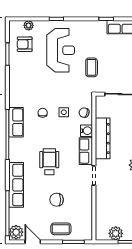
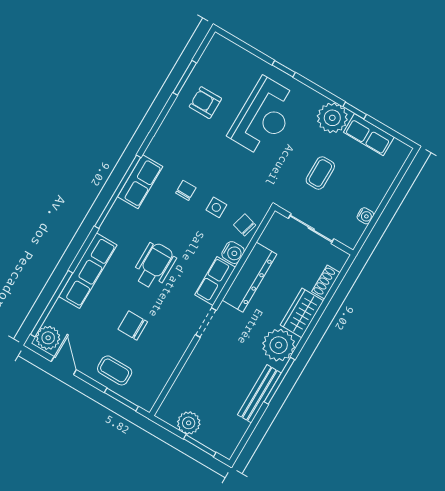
plant: (29, 25) -> (332, 118), moved, width x1.88, depth x1.88
armchair: (25, 44) -> (205, 103), moved
coffee table: (92, 67) -> (320, 173), moved

